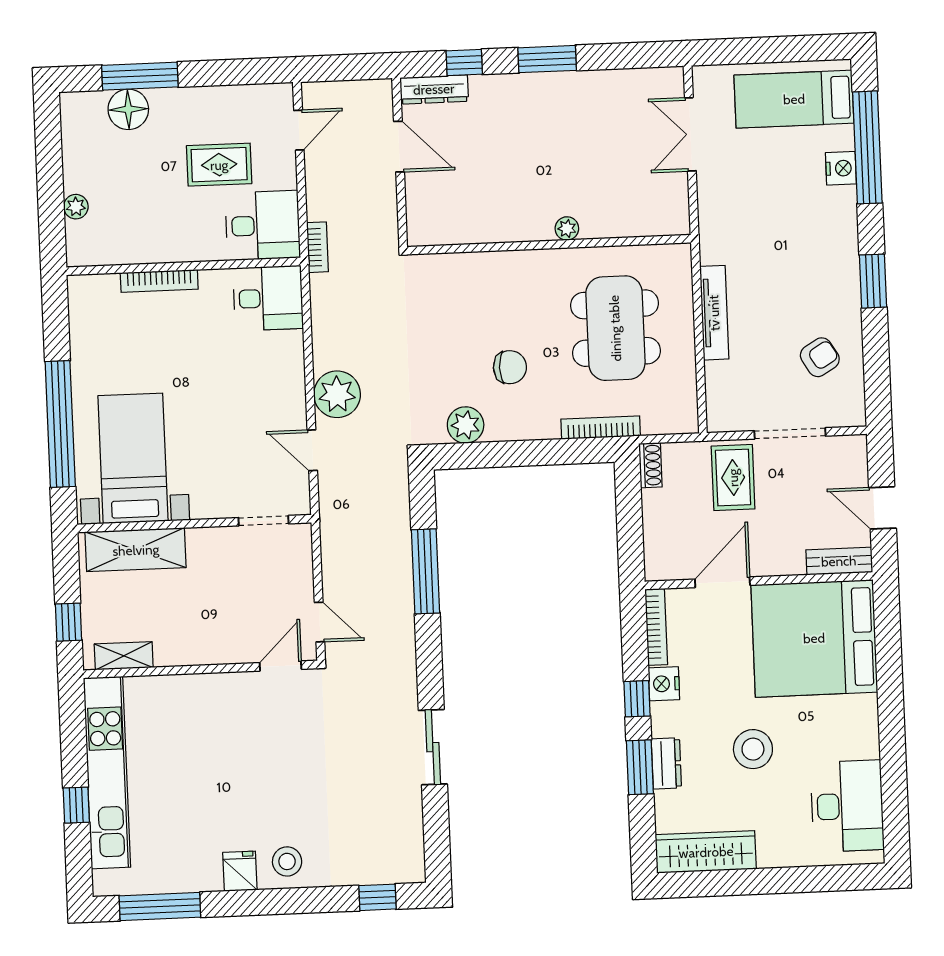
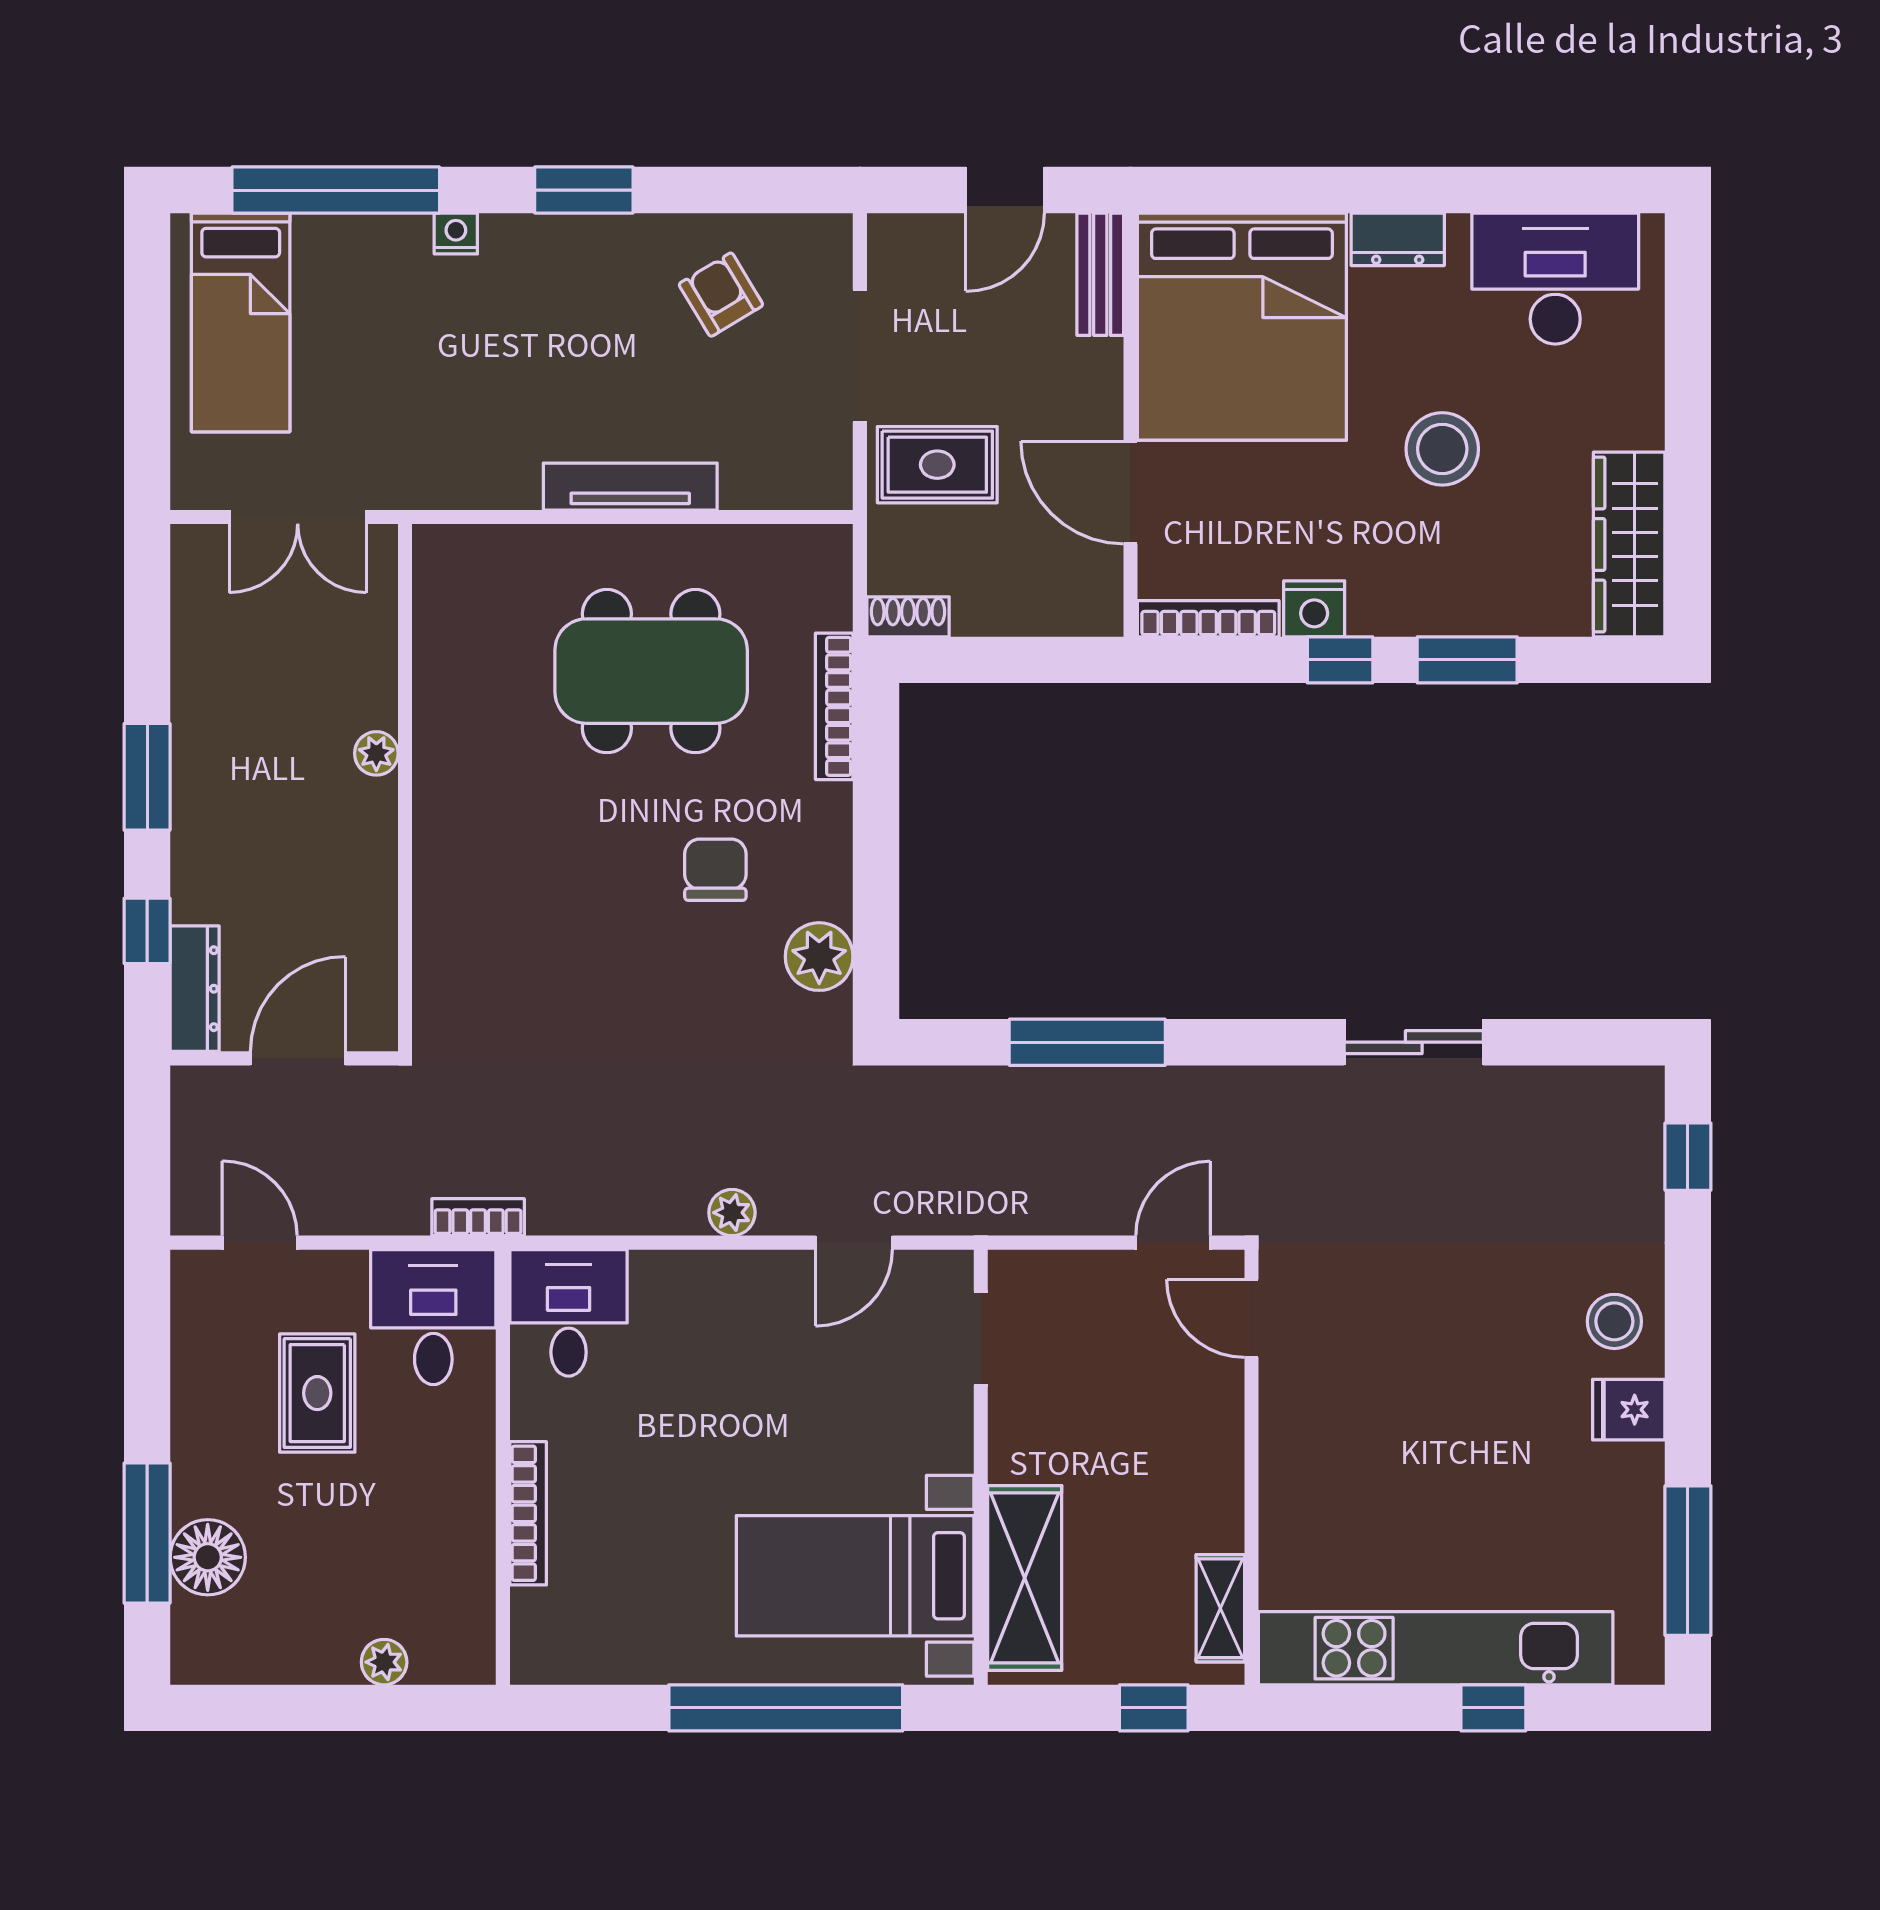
nightstand: (841, 168) -> (456, 233), moved, width x0.72, depth x0.74
plant: (567, 229) -> (376, 753), moved
wall: (549, 245) -> (405, 788), moved
plant: (337, 394) -> (732, 1213), width x0.53, depth x0.53
dresser: (666, 763) -> (1398, 239), moved, turned 180

